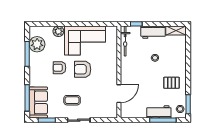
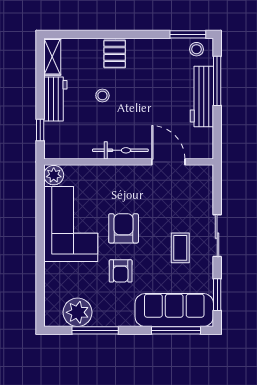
plant: (58, 31) -> (54, 175), moved
bicycle: (125, 41) -> (120, 150), moved
armchair: (83, 69) -> (124, 228), turned 180
pallet: (172, 83) -> (115, 54), moved
sofa: (38, 102) -> (174, 310), width x1.36
workbench: (159, 112) -> (202, 97), width x1.38

